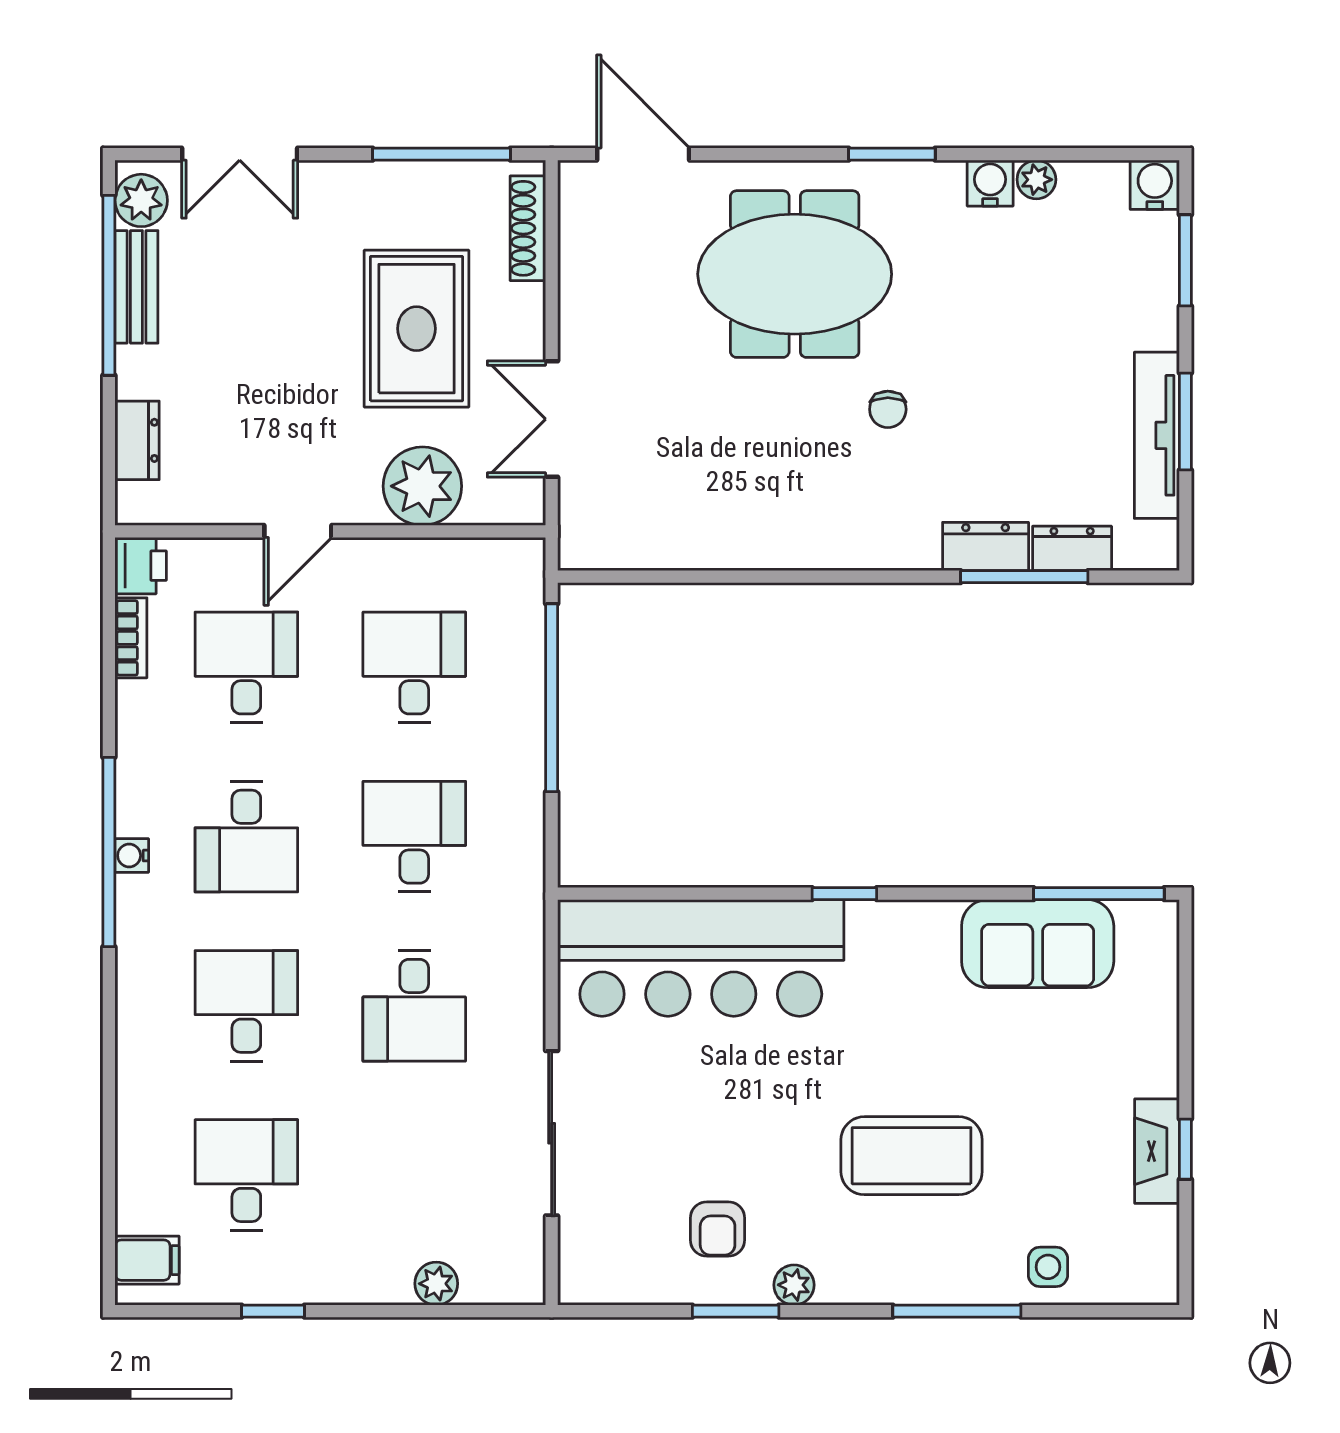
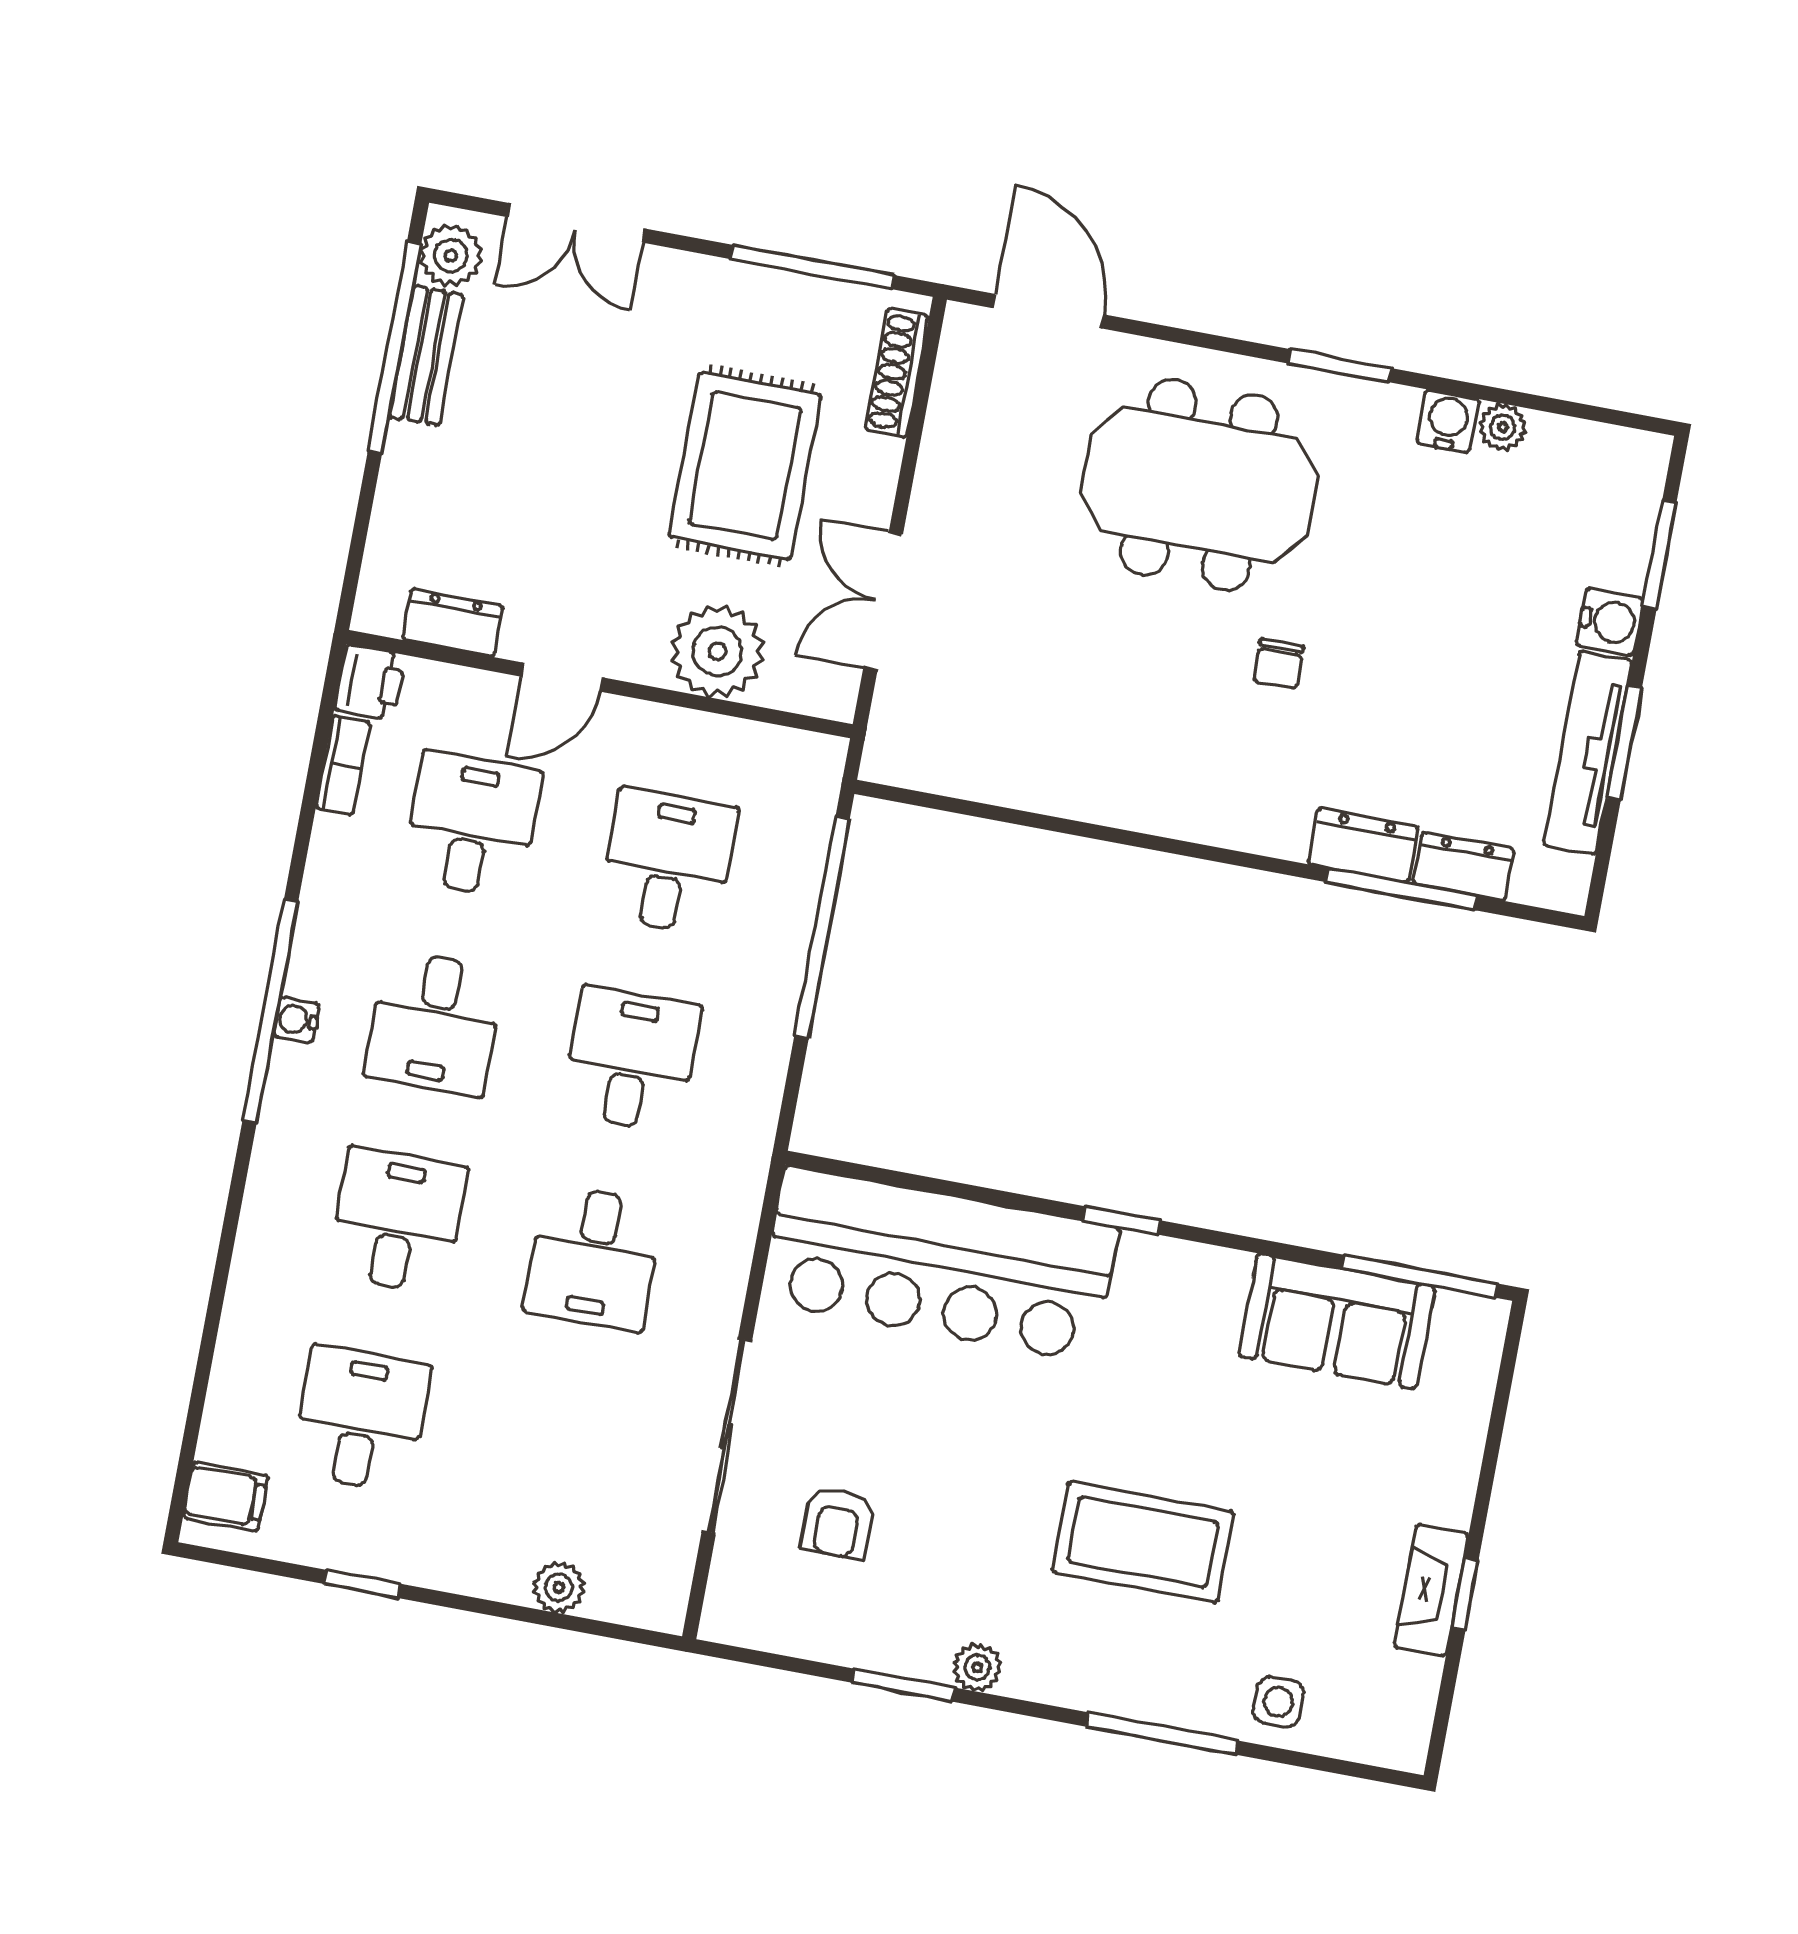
water cooler: (1155, 185) -> (1610, 621), moved, turned 90
dresser: (137, 440) -> (453, 622), moved, turned -90
armchair: (718, 1229) -> (837, 1523), moved

